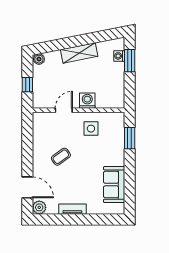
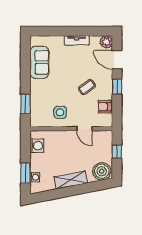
boiler: (39, 59) -> (102, 171), width x1.86, depth x1.86
washing machine: (87, 101) -> (37, 146), moved, turned -90
door: (64, 110) -> (84, 129), hinge flipped
armchair: (41, 135) -> (105, 107), added
window: (27, 157) -> (117, 87), added

